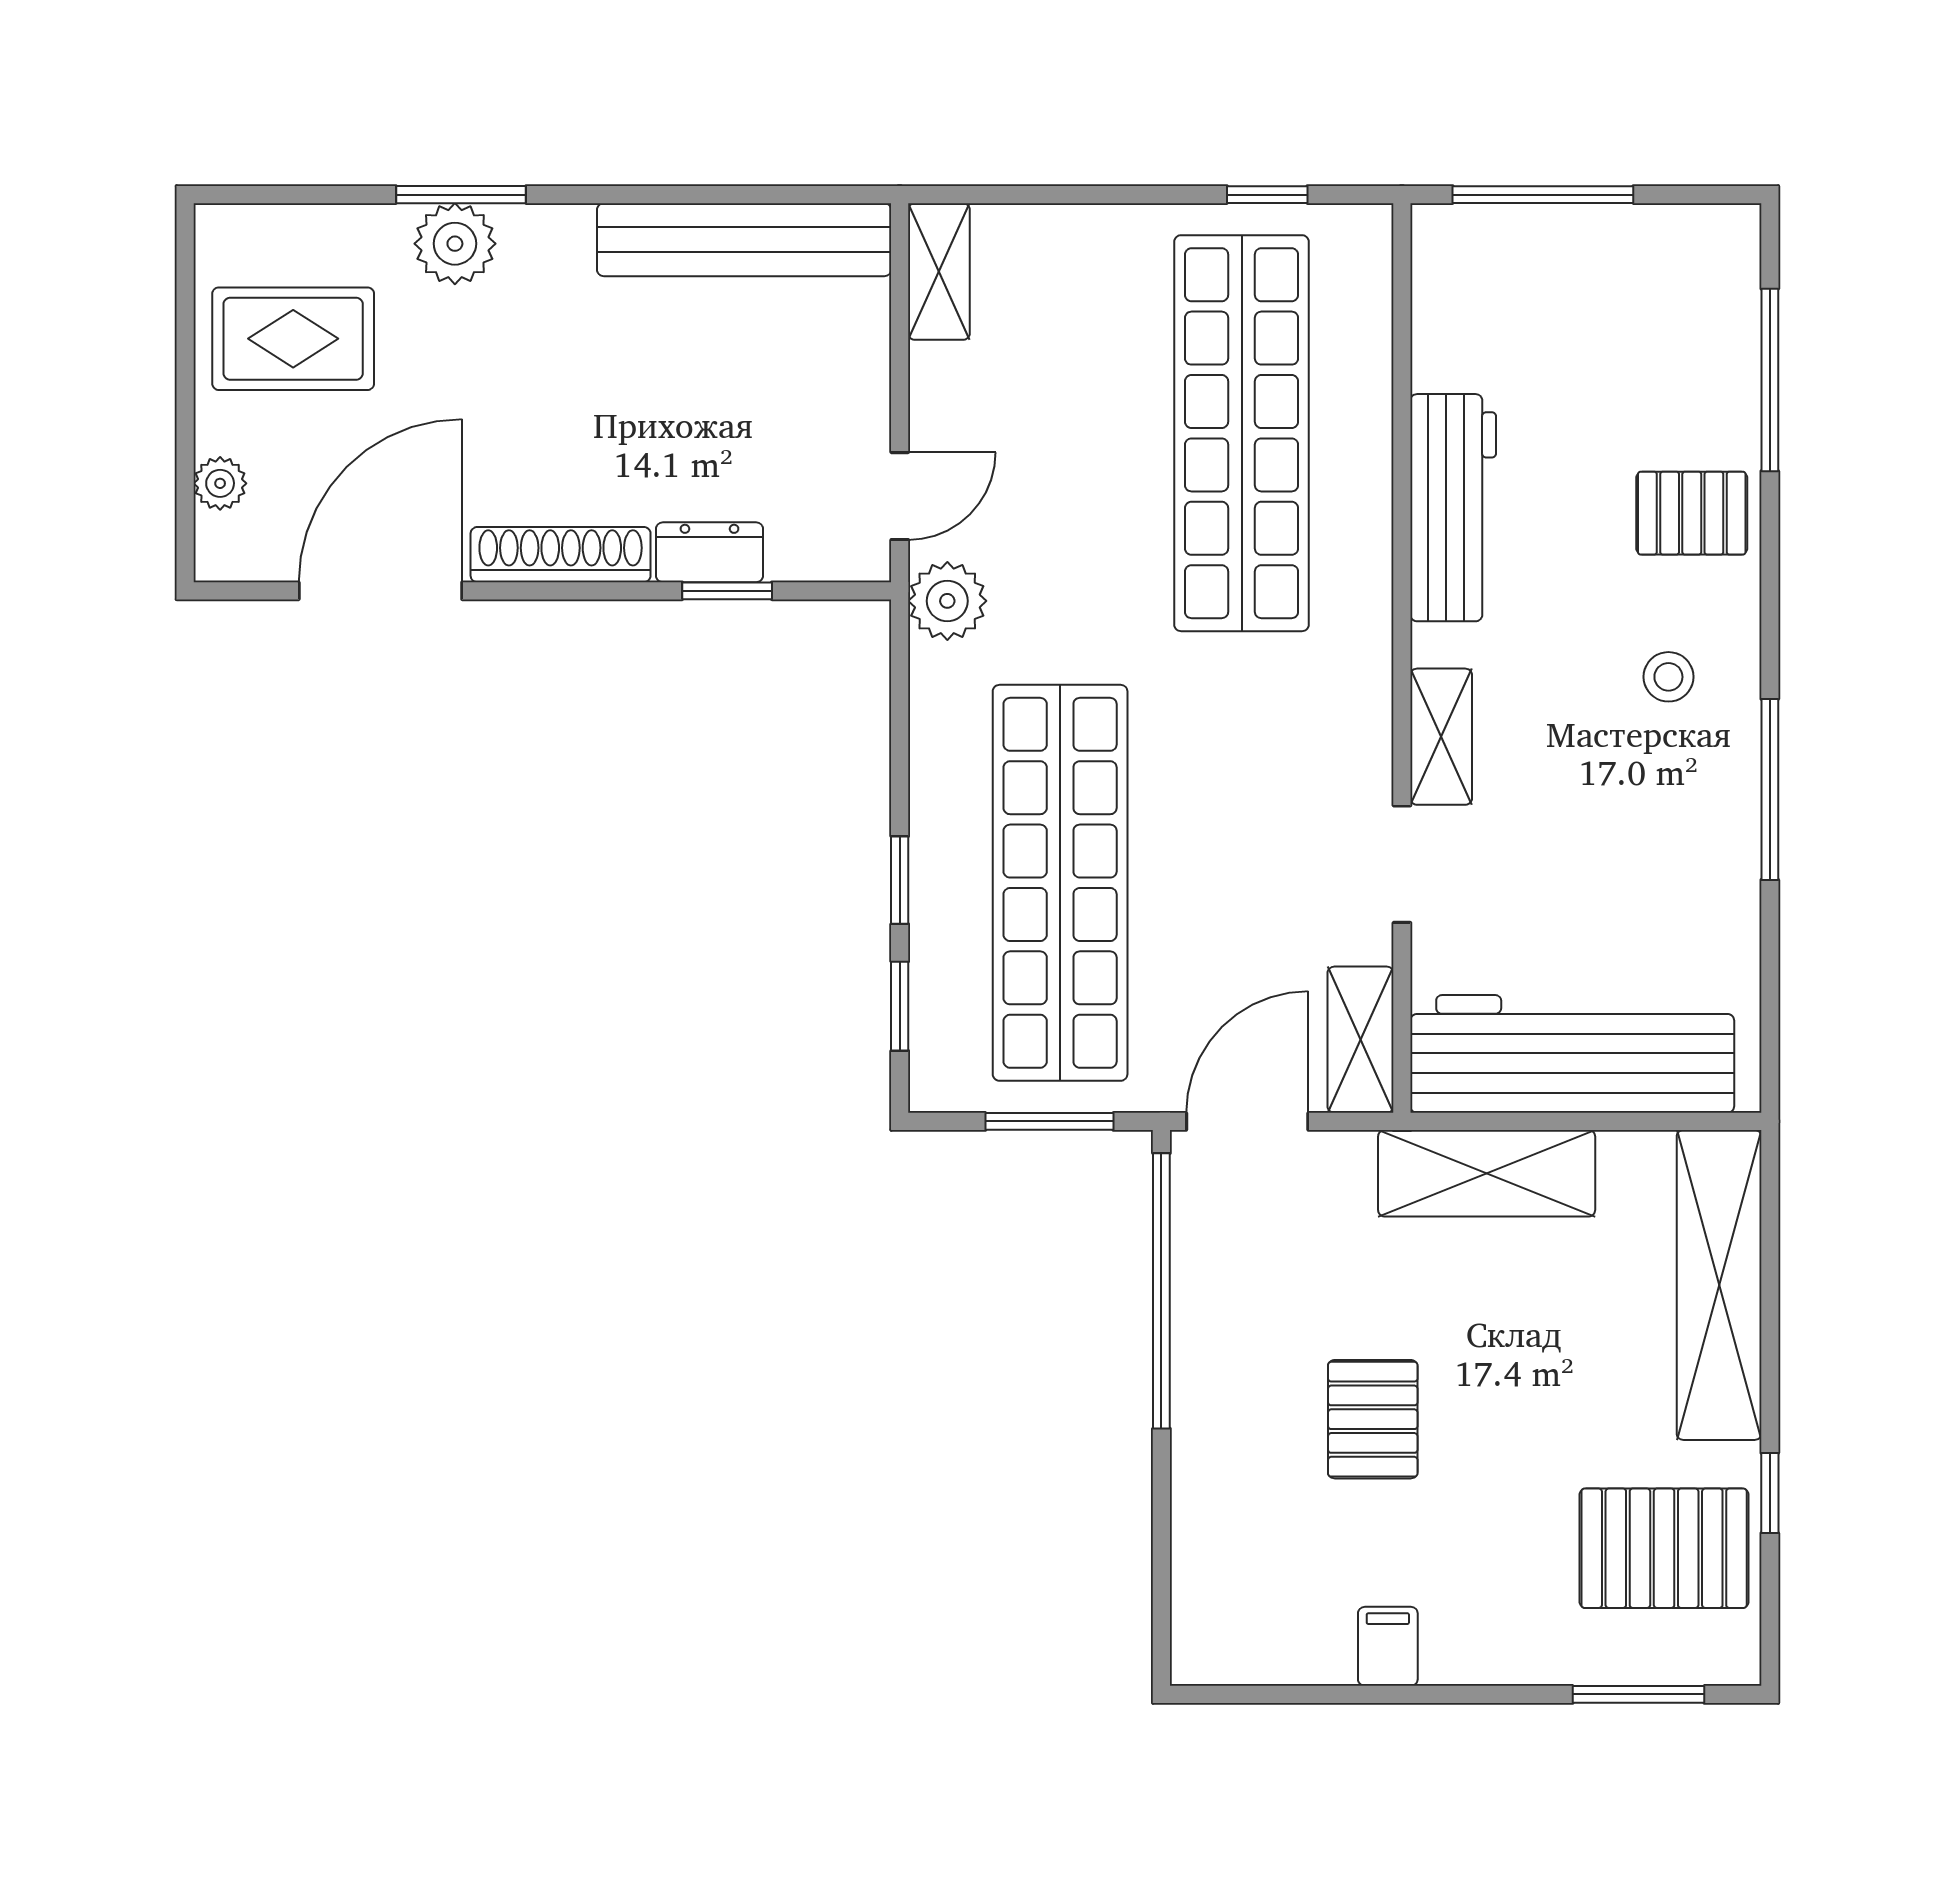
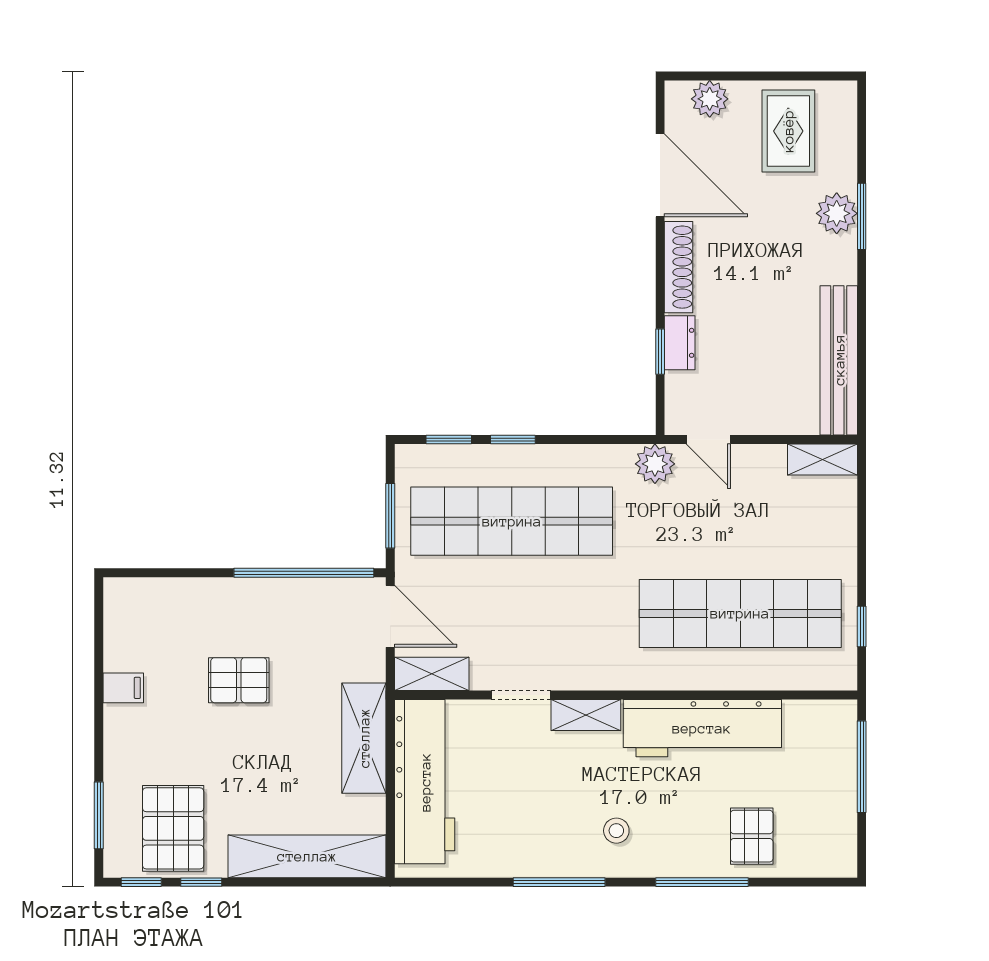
window: (1770, 380) -> (702, 882), moved
plant: (220, 483) -> (710, 99), width x1.38, depth x1.38
workbench: (1453, 508) -> (702, 728), width x1.36, depth x1.32
pallet: (1692, 513) -> (752, 836), moved
window: (1770, 1611) -> (141, 882), added

